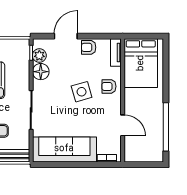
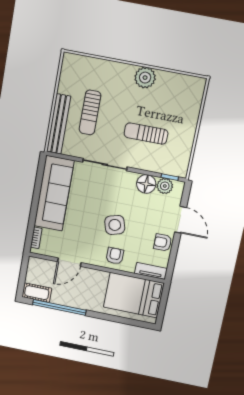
armchair: (89, 47) -> (163, 242), turned -90
cot: (156, 149) -> (37, 293), added

